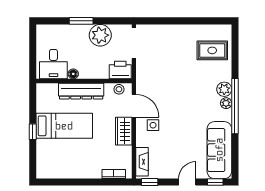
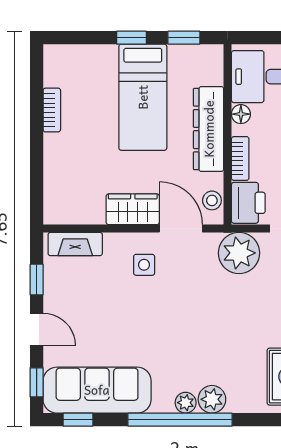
bookcase: (97, 74) -> (240, 158), added
plant: (147, 75) -> (239, 253), added
window: (33, 104) -> (184, 38), added
door: (134, 106) -> (181, 229), swing flipped
window: (235, 160) -> (78, 420), added
bookcase: (114, 174) -> (52, 110), moved
window: (150, 182) -> (37, 280), moved

